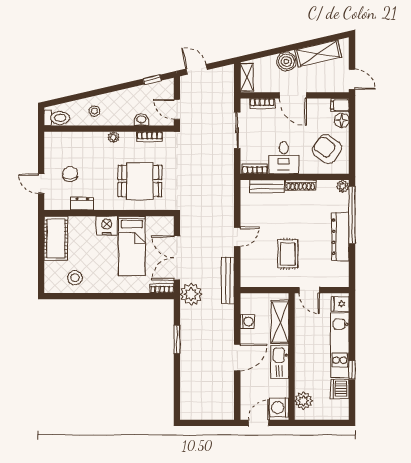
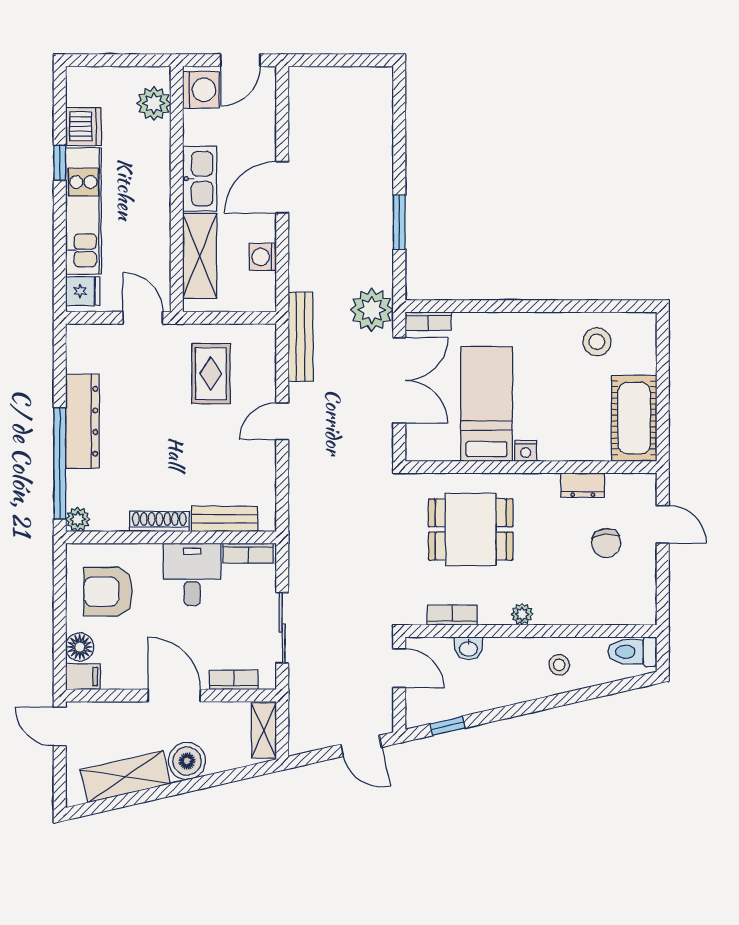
armchair: (327, 149) -> (108, 592), turned 145
nightstand: (107, 226) -> (526, 451), width x0.53, depth x0.56
rug: (288, 254) -> (211, 374), moved

